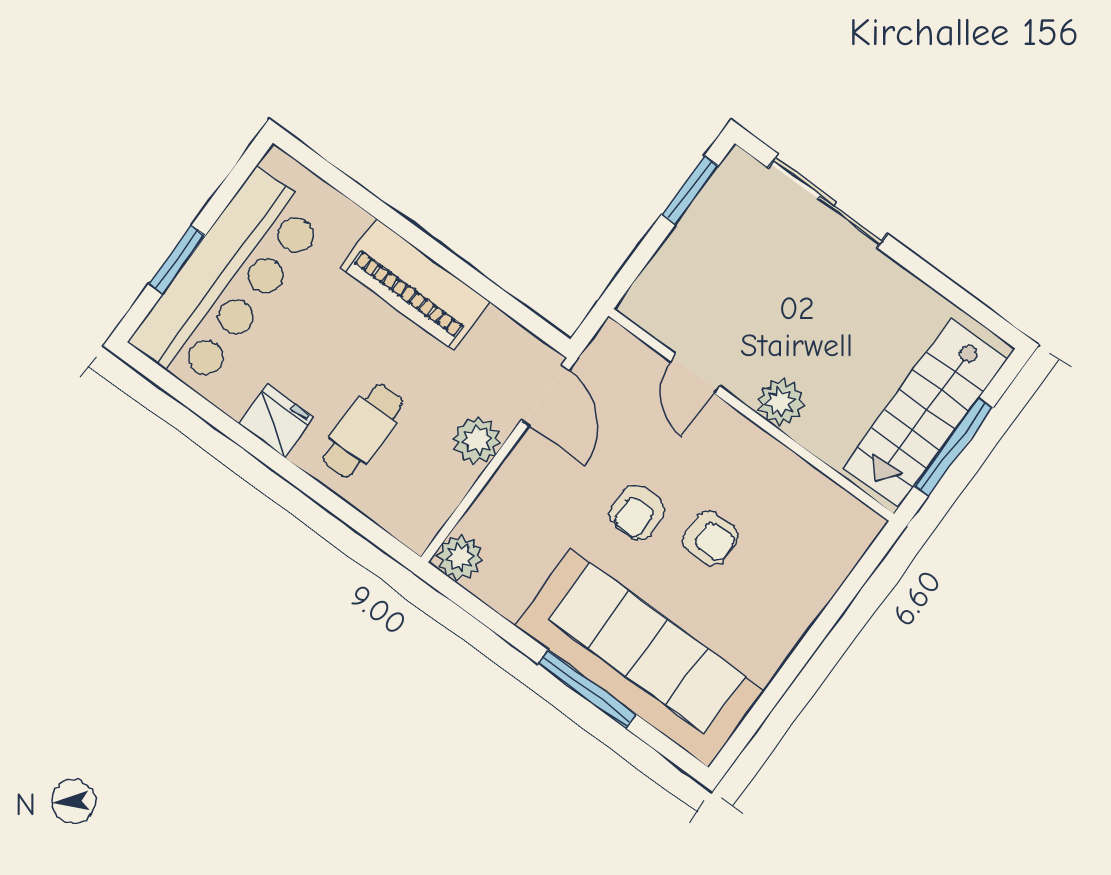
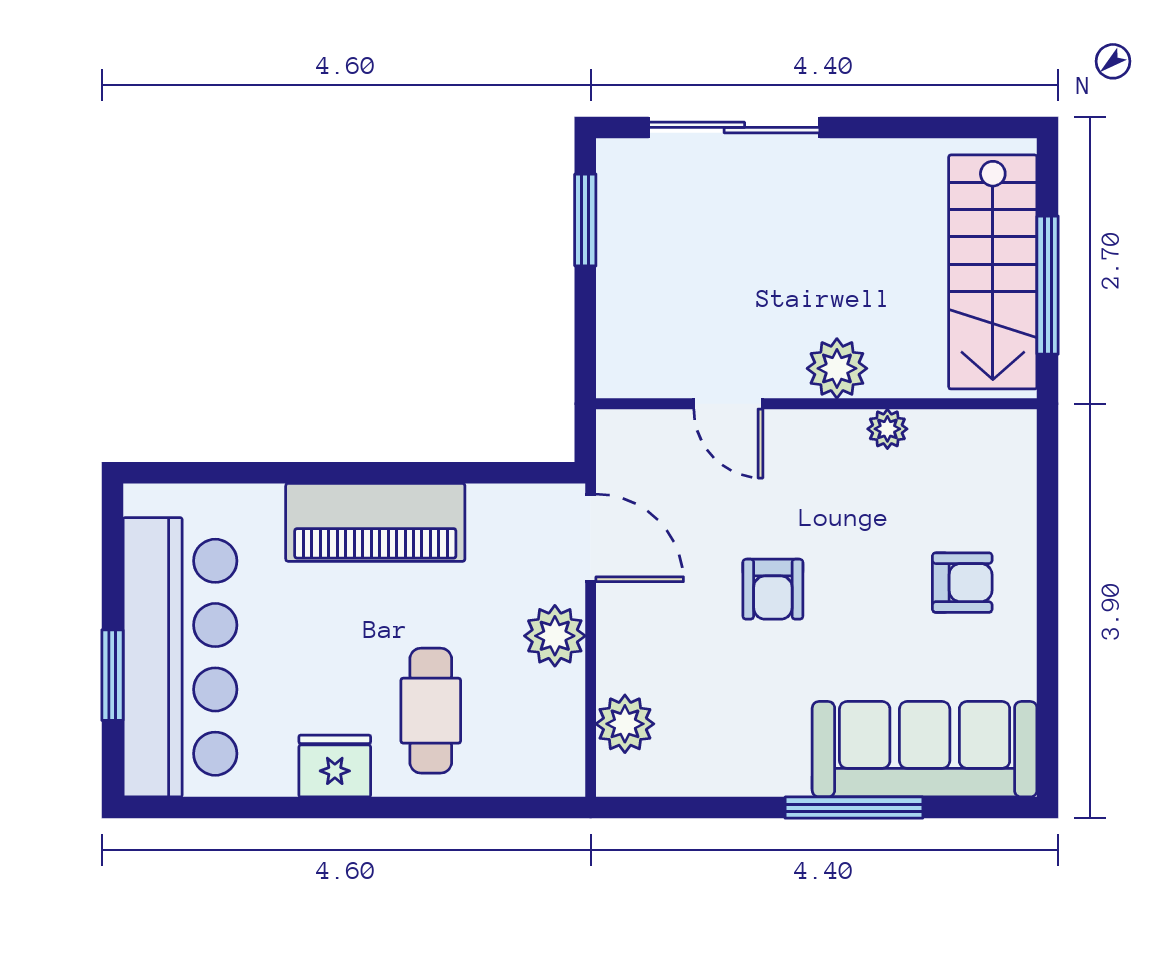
plant: (785, 464) -> (887, 429), added
armchair: (710, 538) -> (962, 583), moved
plant: (460, 557) -> (625, 724), moved
sofa: (640, 658) -> (925, 749), width x0.74, depth x0.79

